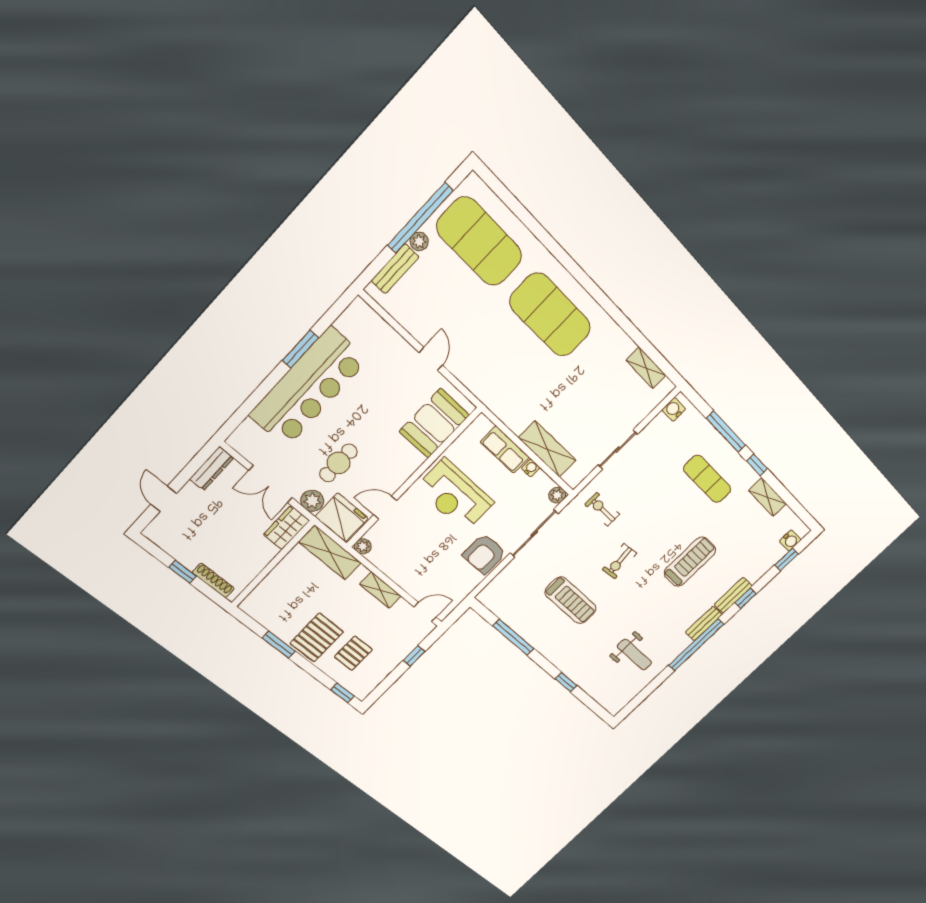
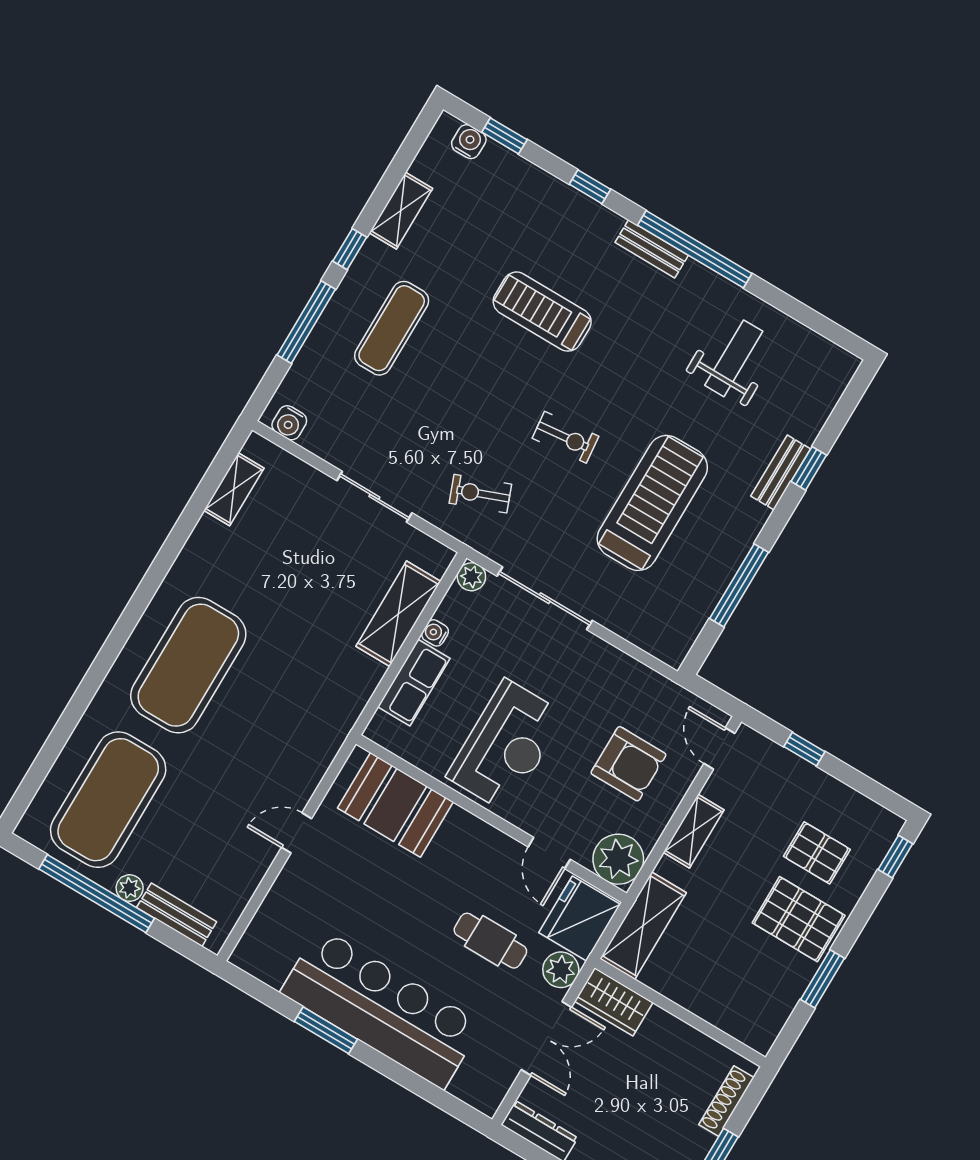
exercise bike: (602, 509) -> (480, 494), turned 69
plant: (363, 546) -> (618, 859), width x1.88, depth x1.88
armchair: (484, 554) -> (628, 764), moved
bench: (733, 595) -> (781, 473), moved, turned 90
treadmill: (571, 600) -> (652, 503), width x1.37, depth x1.38

